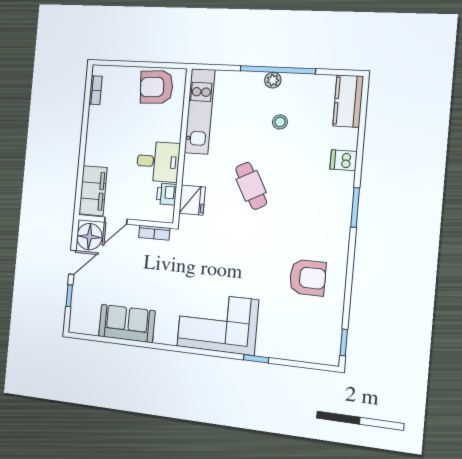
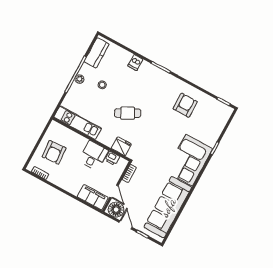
armchair: (156, 87) -> (54, 152), moved
kitchen counter: (348, 101) -> (97, 53), moved, turned -90
sofa: (127, 323) -> (168, 207), width x1.85, depth x1.27

